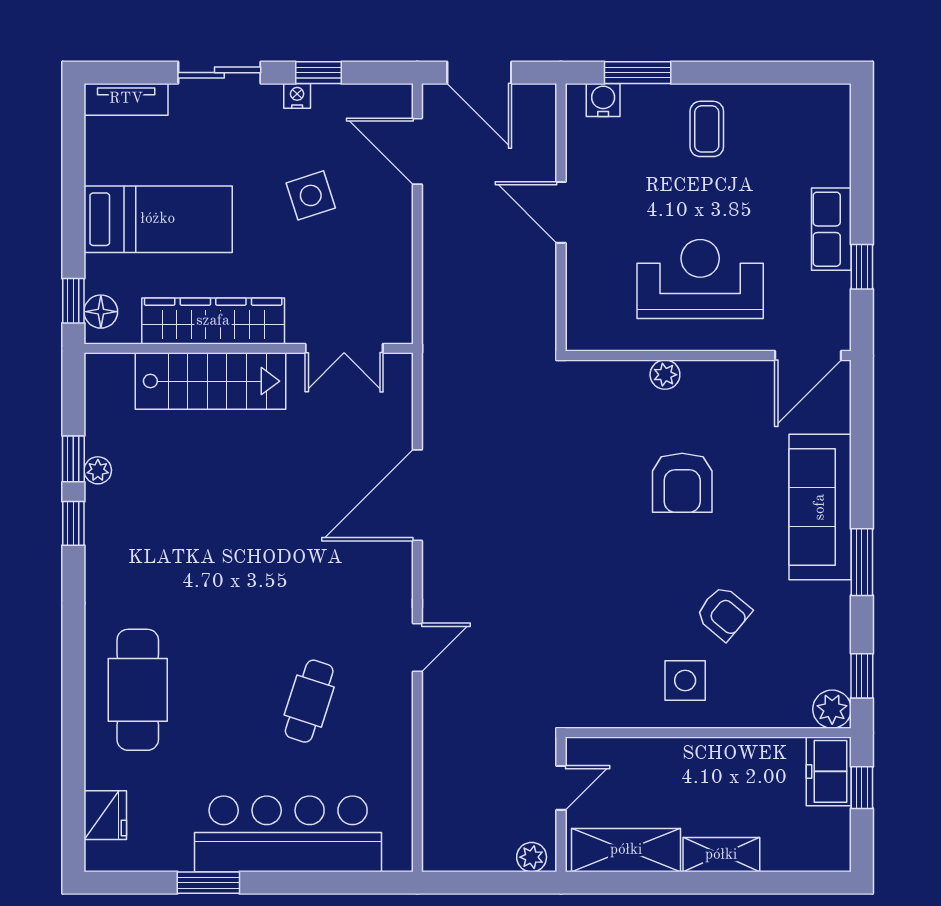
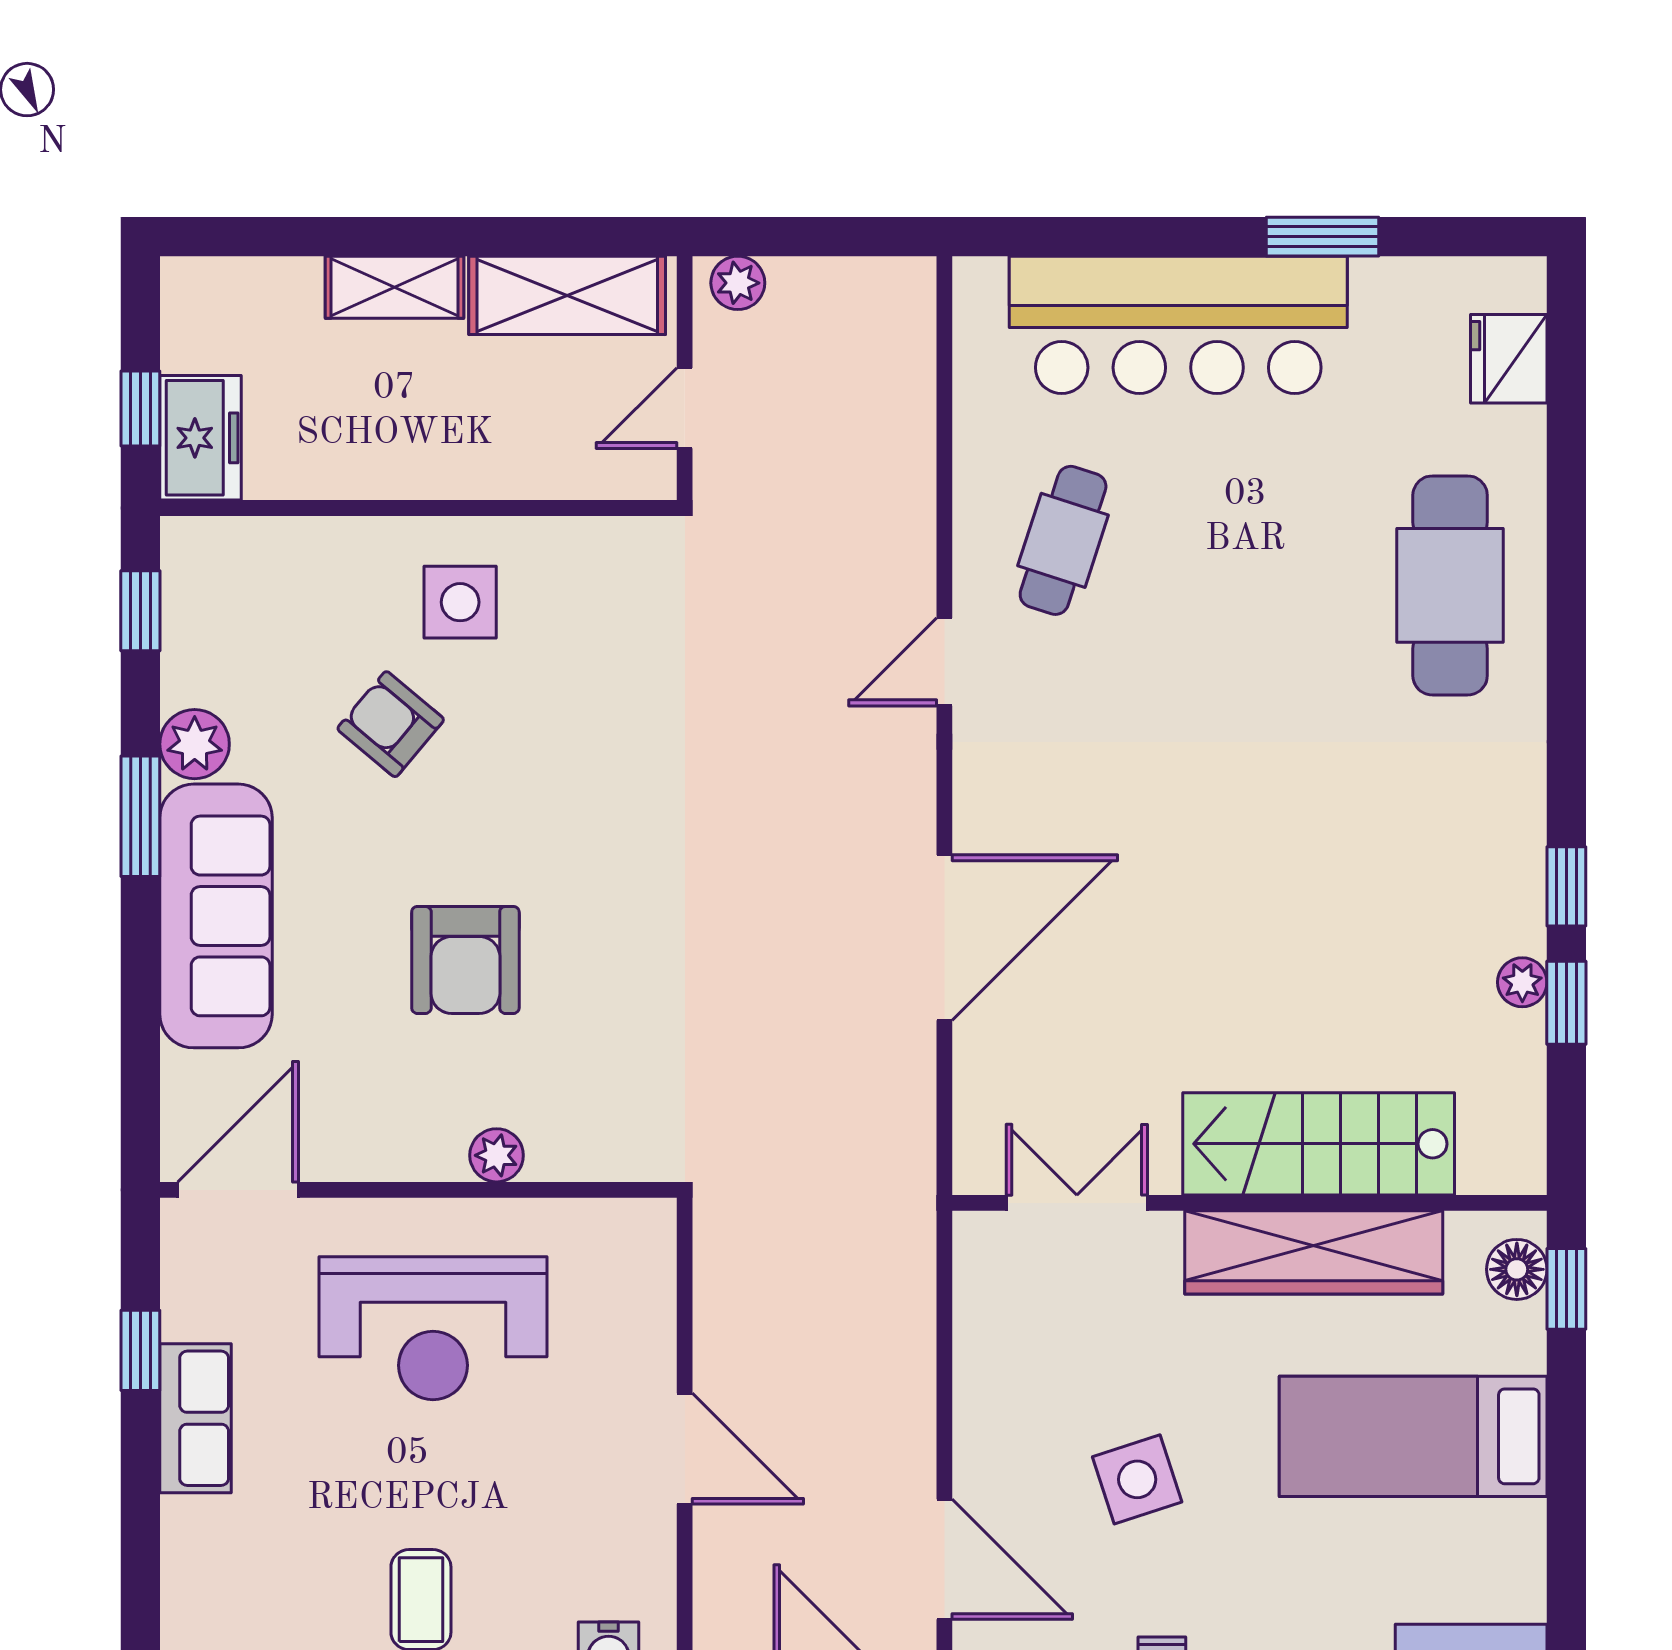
armchair: (682, 483) -> (465, 960), turned 180
cafe table: (309, 701) -> (1063, 540), moved
plant: (832, 709) -> (195, 744), moved

